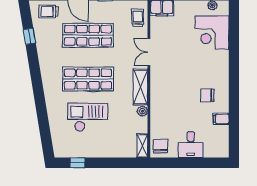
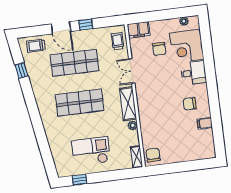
chair: (182, 32) -> (159, 49), added
checkout: (88, 117) -> (91, 151), moved
desk: (191, 145) -> (193, 73), moved, turned -90

